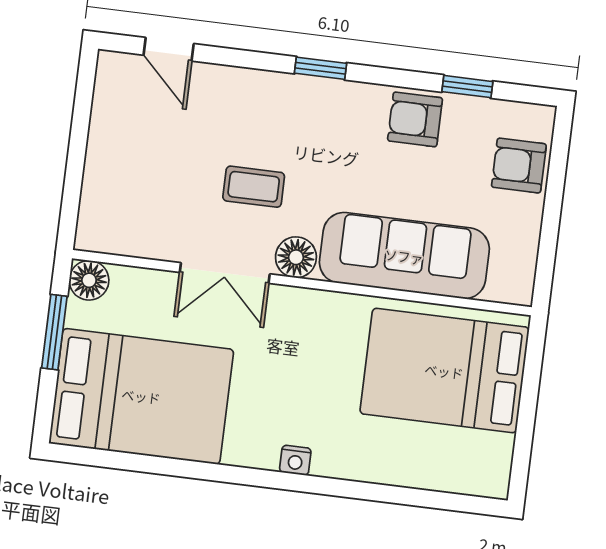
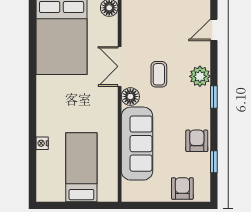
plant: (270, 94) -> (200, 76), added
bed: (444, 371) -> (81, 167), width x0.67
nightstand: (295, 460) -> (42, 143), moved

